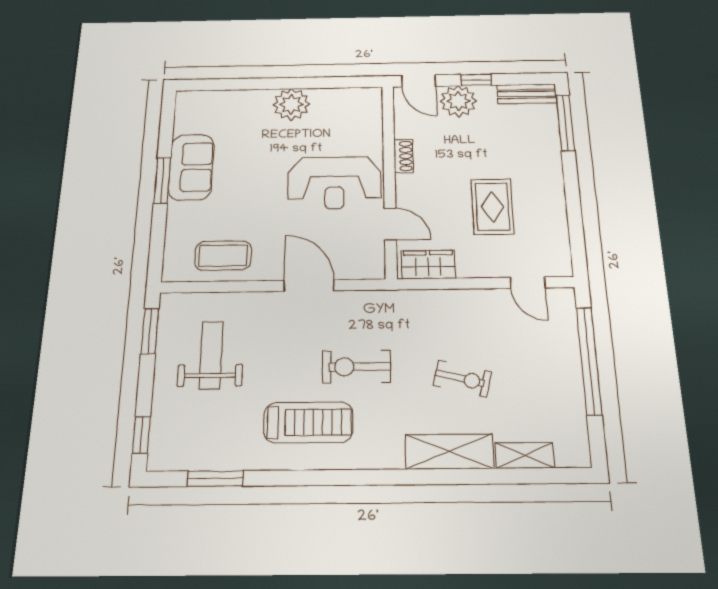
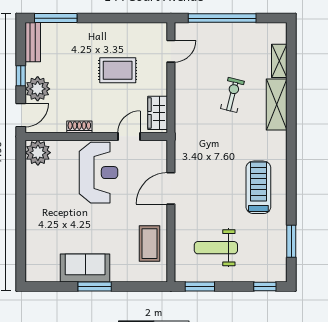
plant: (291, 104) -> (38, 153), moved
exercise bike: (357, 367) -> (224, 159), removed

